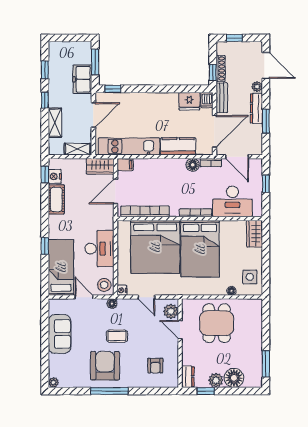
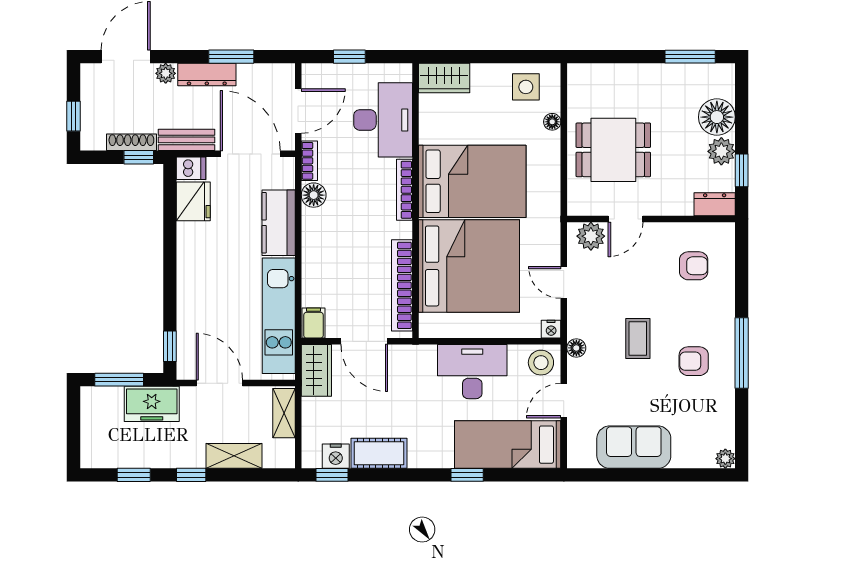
door: (147, 297) -> (564, 282), swing flipped
armchair: (105, 366) -> (694, 361), width x0.53, depth x0.53

